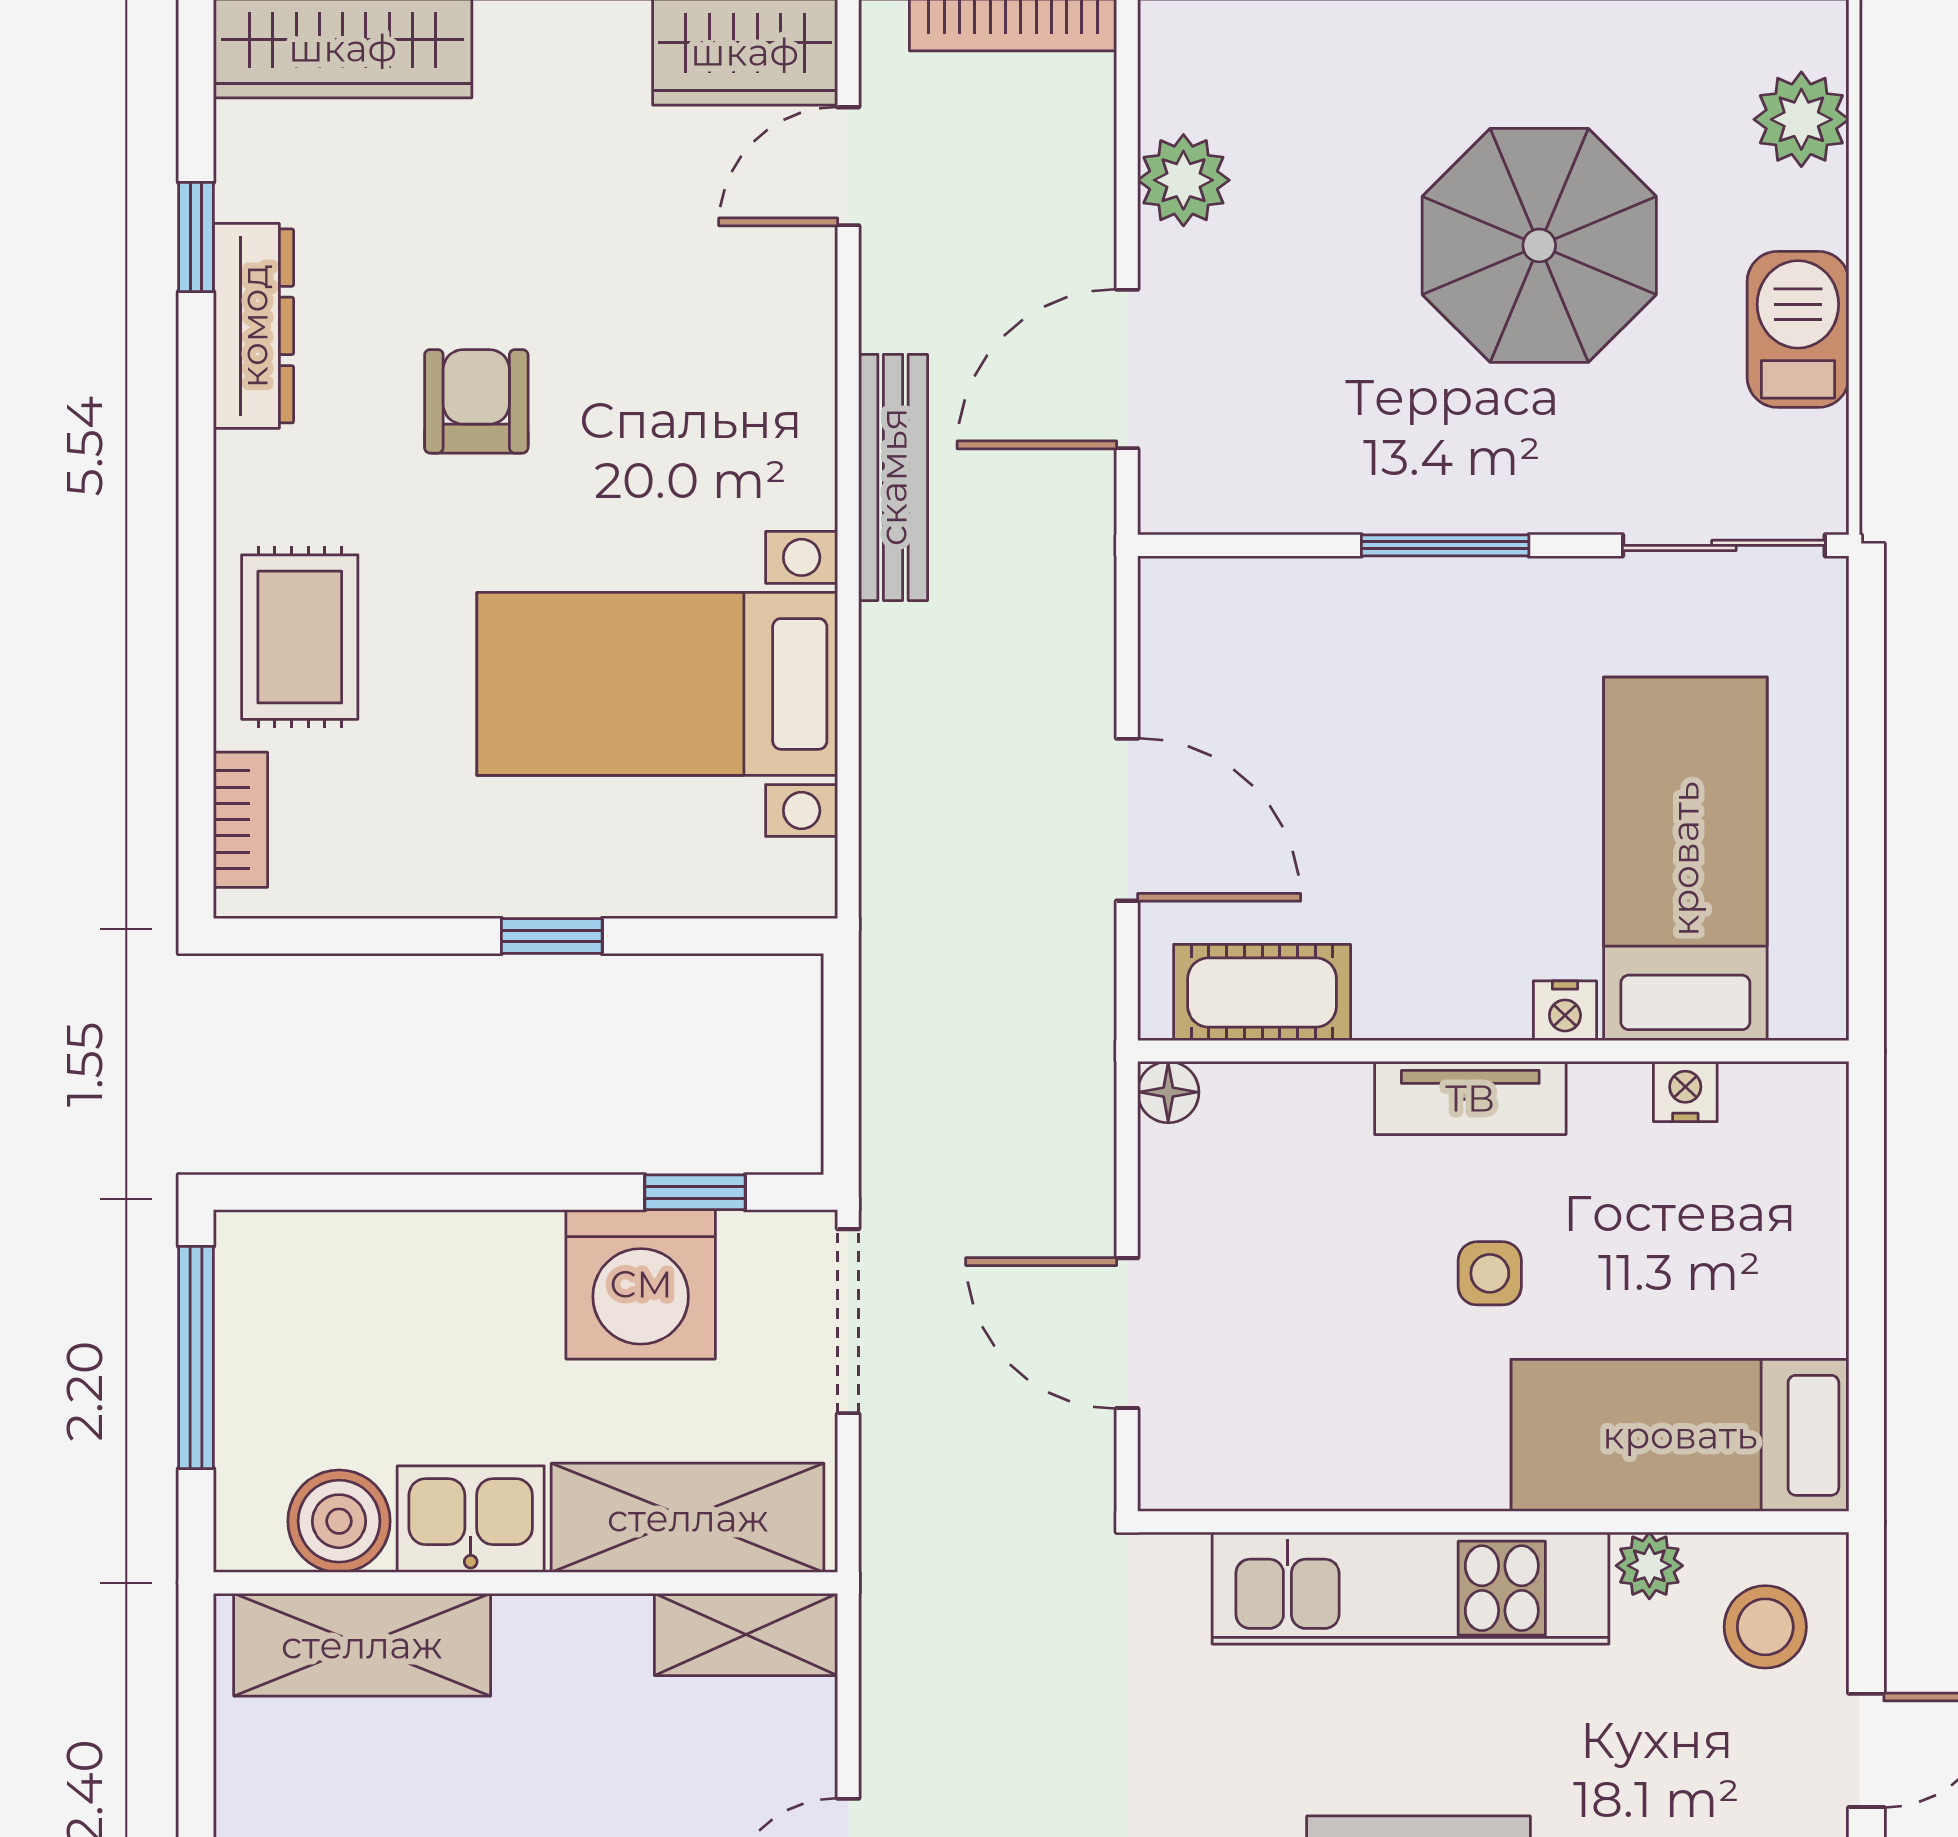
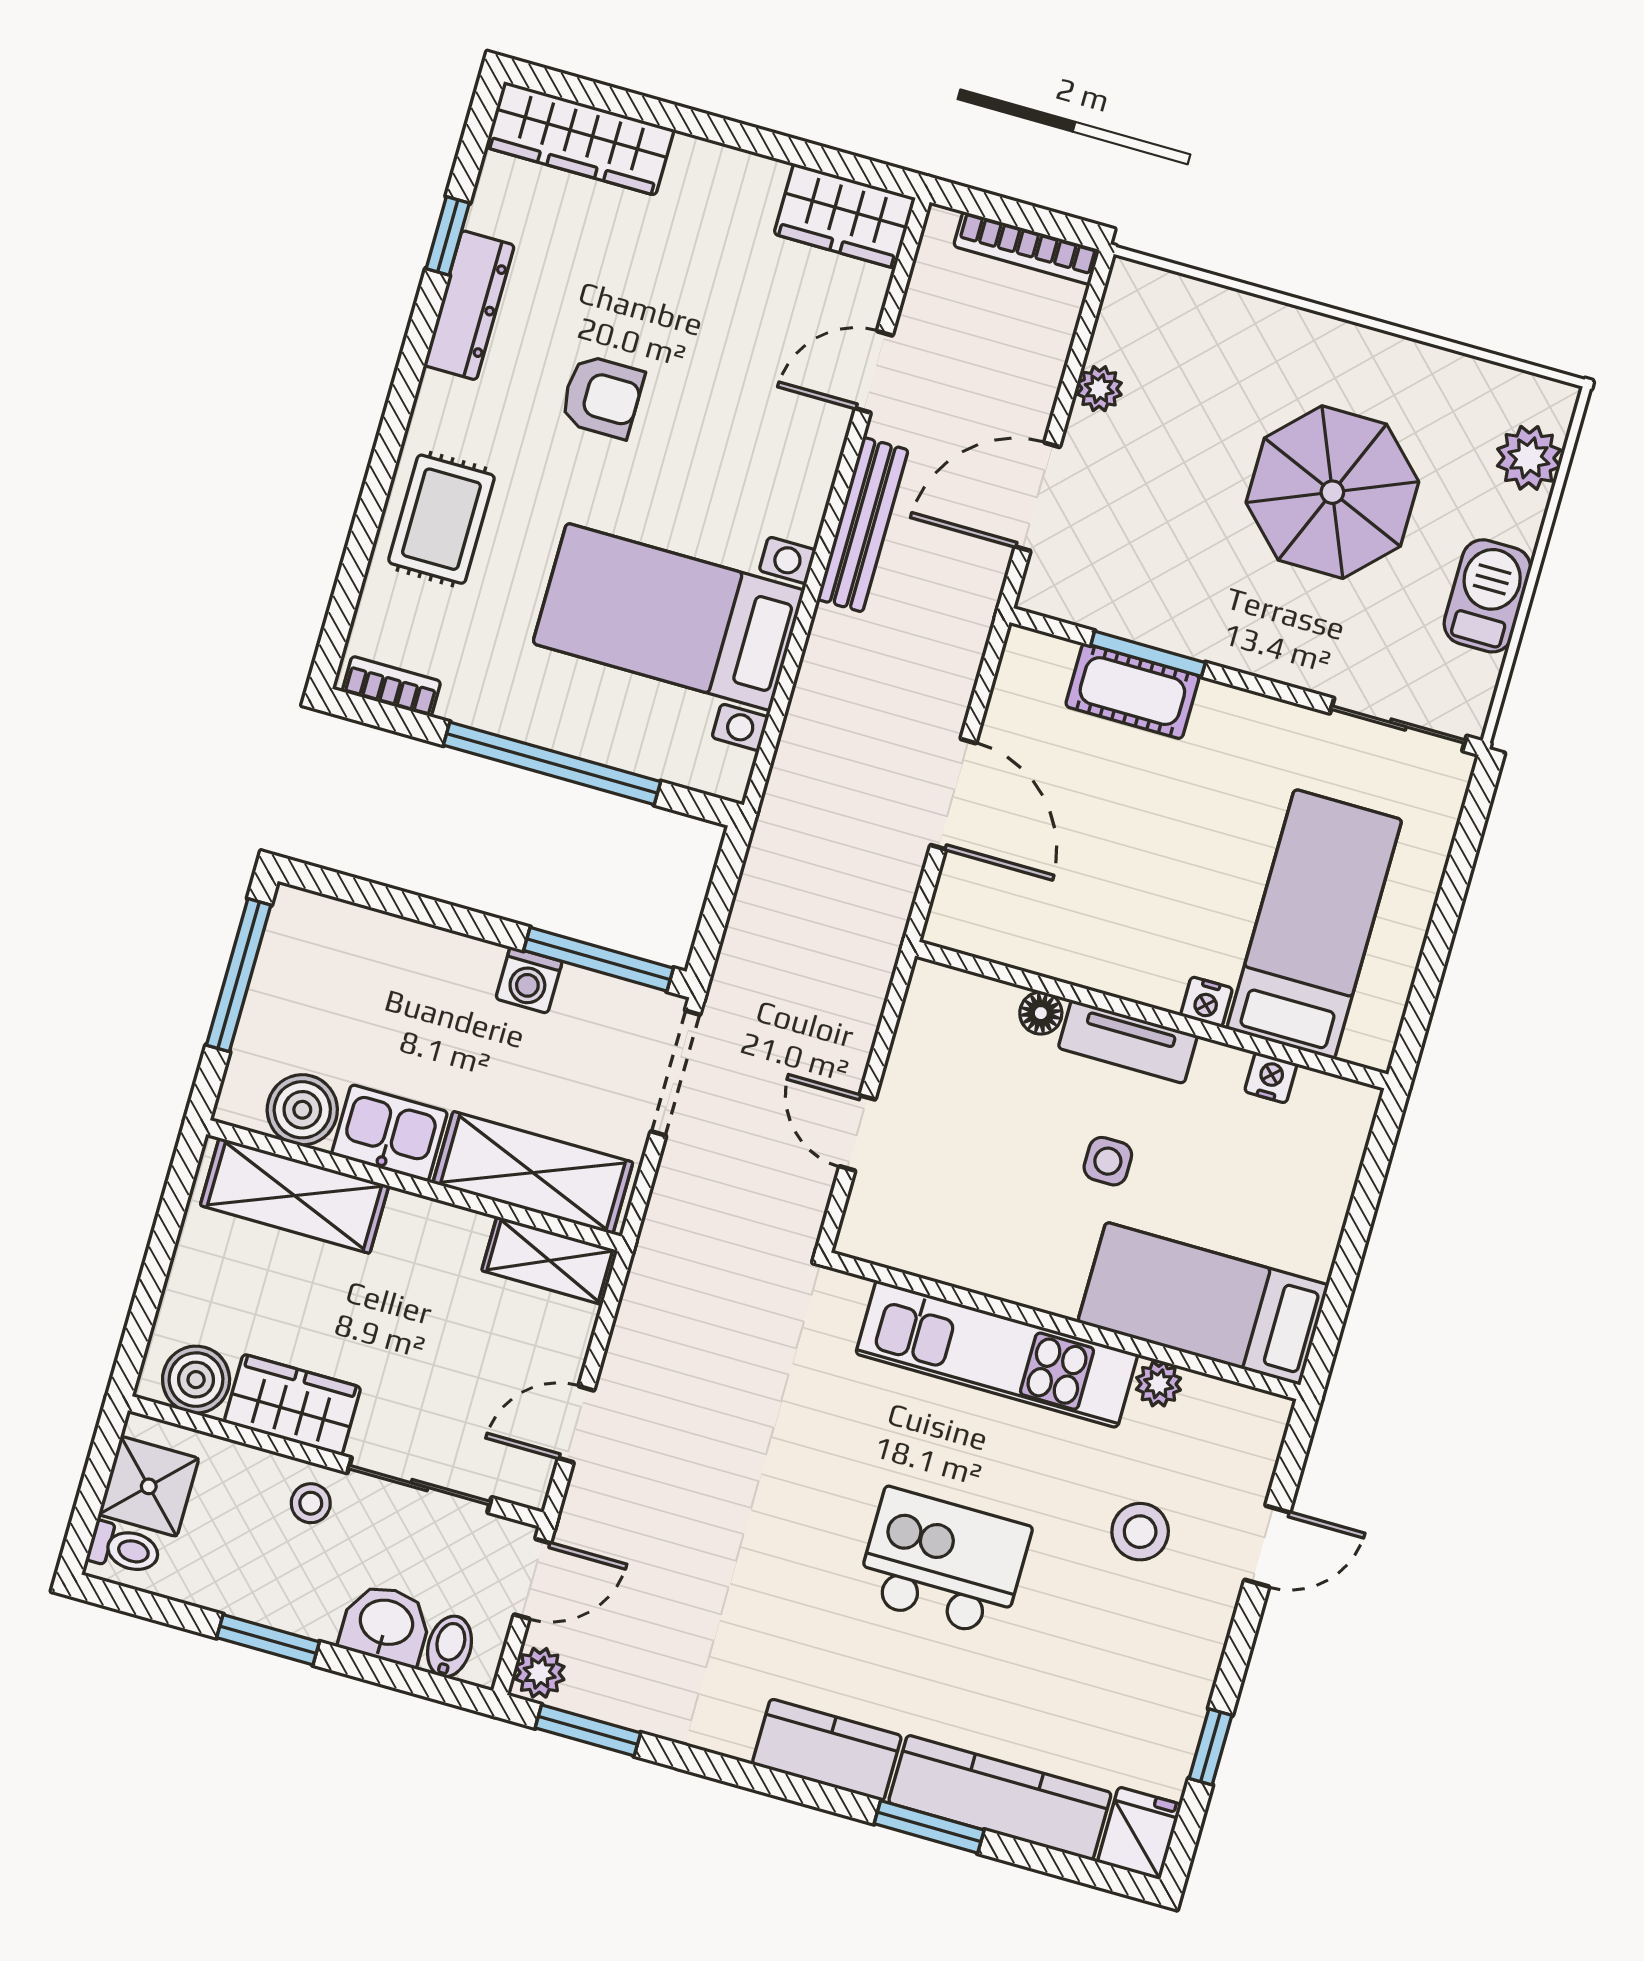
door: (848, 166) -> (874, 372), moved
plant: (1183, 180) -> (1099, 389), width x0.73, depth x0.73
armchair: (476, 401) -> (602, 397), turned 90
window: (1445, 545) -> (1148, 654), moved
bookcase: (241, 820) -> (391, 686), moved, turned -90
window: (552, 936) -> (552, 763), width x3.17
cot: (1262, 992) -> (1132, 691), moved
floor lamp: (1168, 1092) -> (1041, 1013), moved
window: (695, 1192) -> (599, 959), width x2.17
washing machine: (641, 1284) -> (529, 980), width x0.53, depth x0.53
door: (1127, 1333) -> (857, 1133), width x0.73
stool: (1765, 1627) -> (1140, 1532), moved

